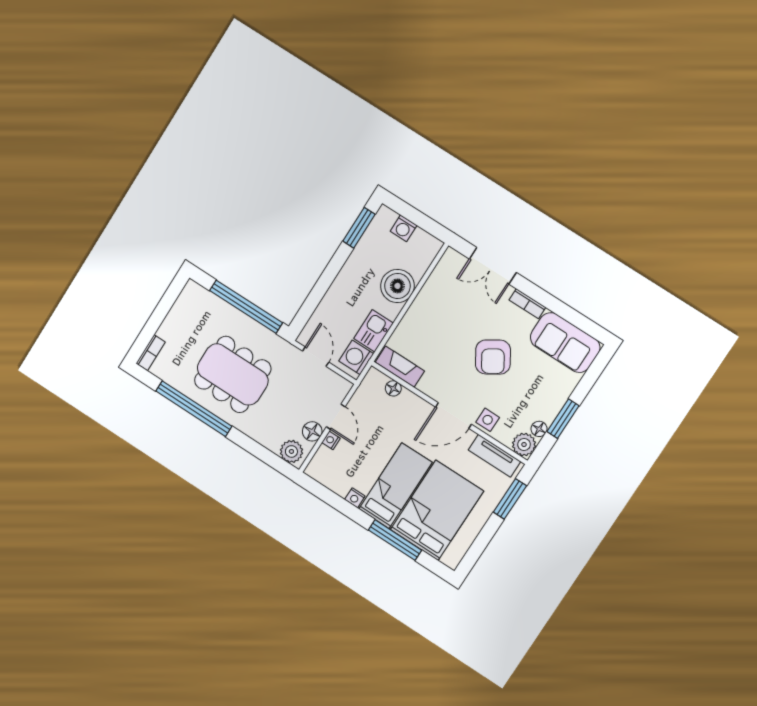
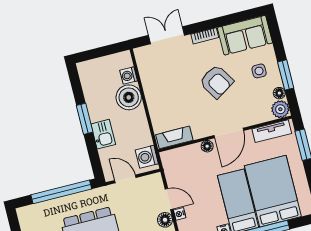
window: (359, 228) -> (85, 119), moved
washing machine: (404, 228) -> (129, 76), moved, turned 90
double door: (493, 266) -> (167, 35), swing flipped
kitchen sink: (374, 331) -> (103, 134), moved, turned 180
floor lamp: (393, 388) -> (207, 146), moved
side table: (488, 420) -> (259, 71), moved

